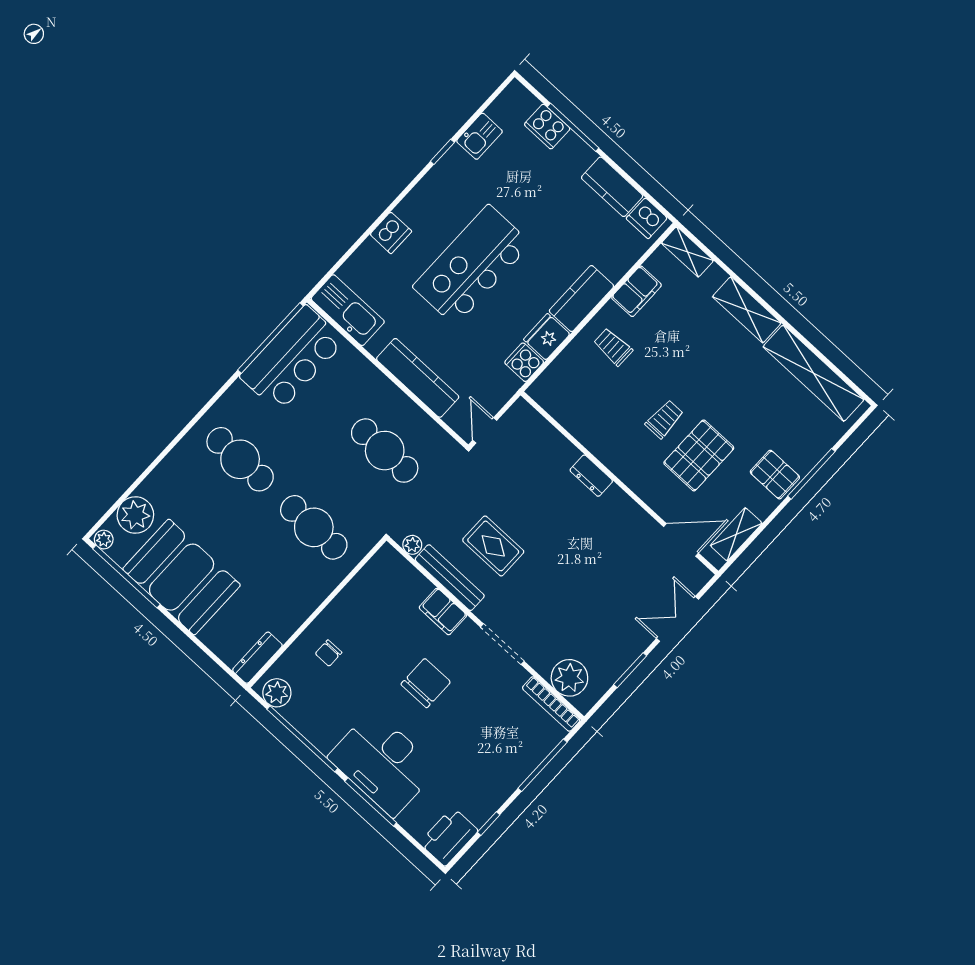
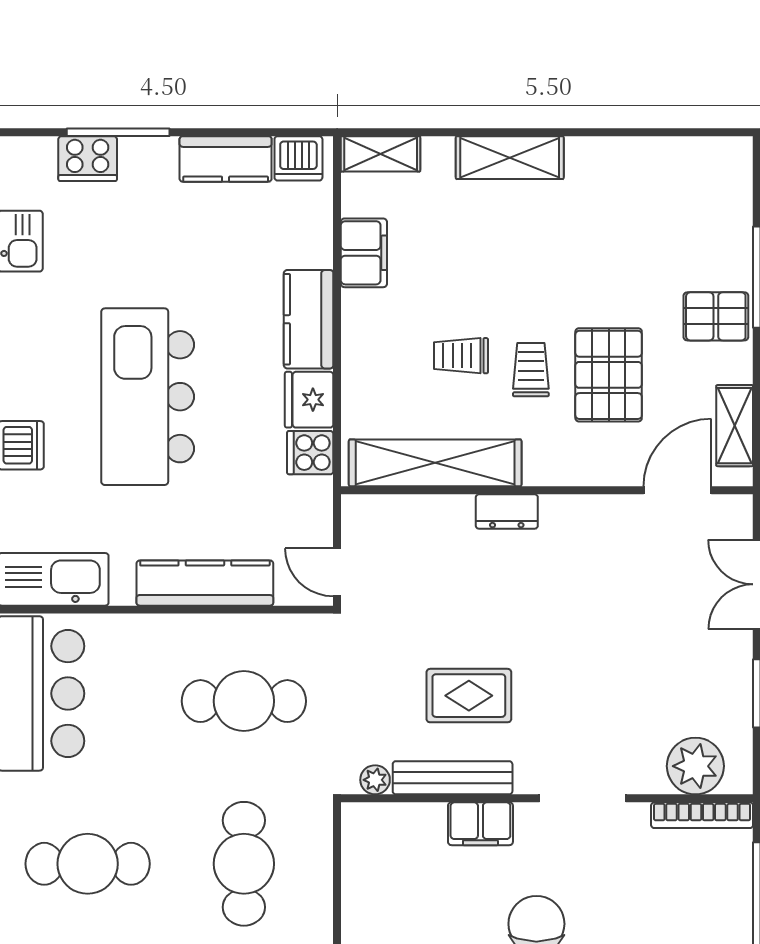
trolley: (613, 347) -> (461, 356), moved
shelving: (814, 373) -> (435, 463), moved
cafe table: (314, 527) -> (244, 864), turned 90

